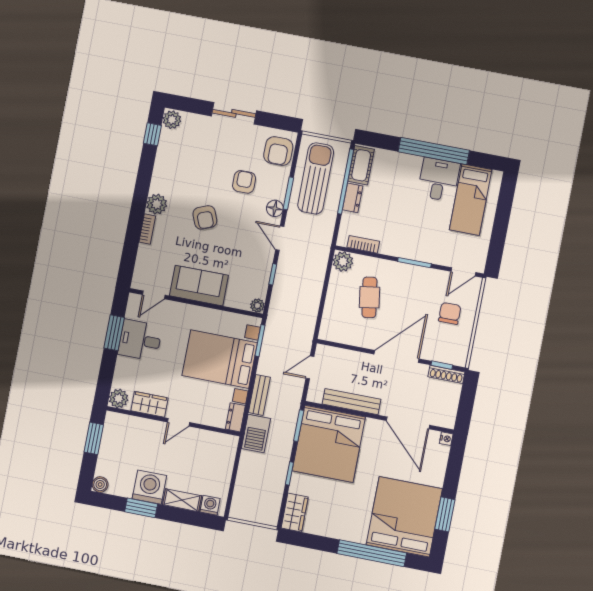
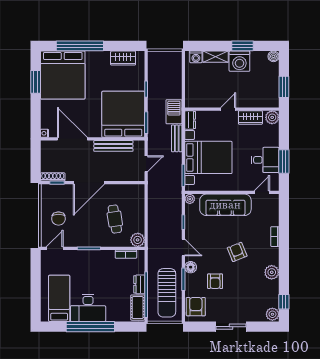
desk: (439, 180) -> (88, 308), width x1.37
plant: (157, 204) -> (272, 272), moved
sofa: (199, 286) -> (225, 205), width x1.36
wardrobe: (295, 513) -> (123, 58), moved, turned -90

